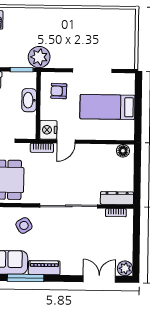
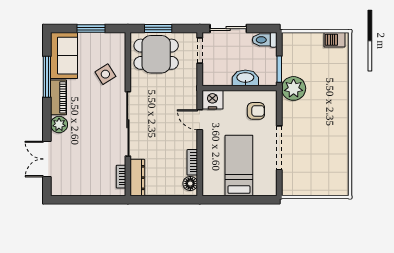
armchair: (59, 91) -> (256, 111), turned 88
bookcase: (42, 148) -> (192, 162), moved
plant: (125, 268) -> (59, 125), moved
double door: (99, 279) -> (47, 159), swing flipped

